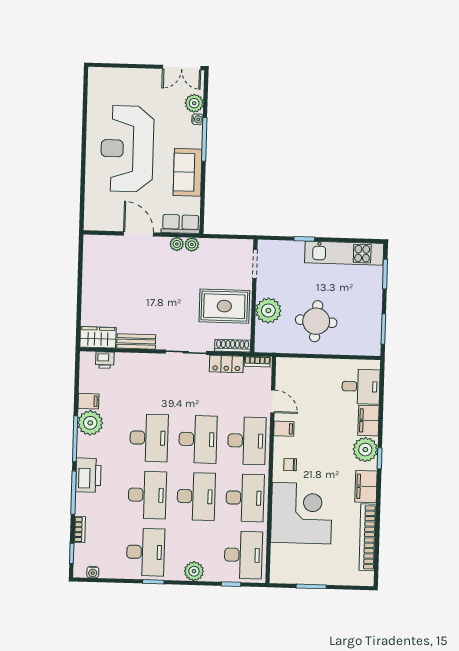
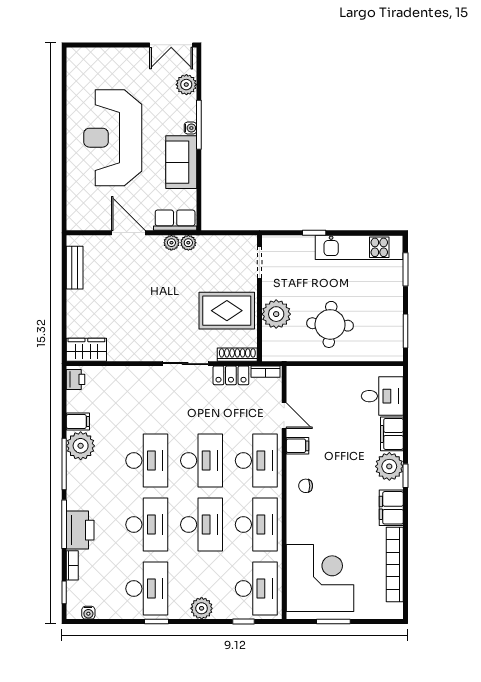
water cooler: (197, 119) -> (190, 128), moved
bench: (136, 341) -> (75, 268), moved, turned 90
printer: (105, 360) -> (76, 379), moved, turned -90
printer: (88, 475) -> (80, 530), moved
corner desk: (302, 513) -> (320, 578), moved

